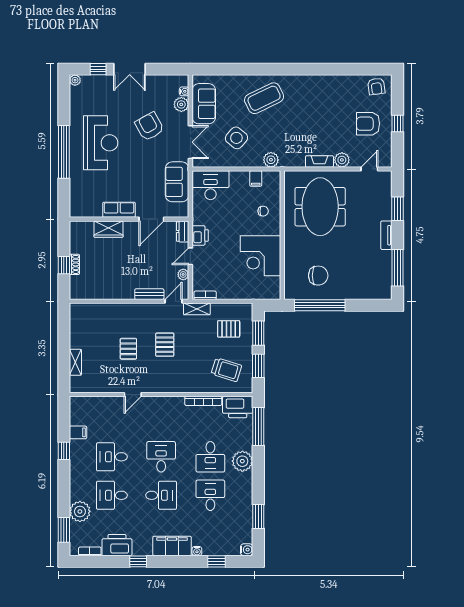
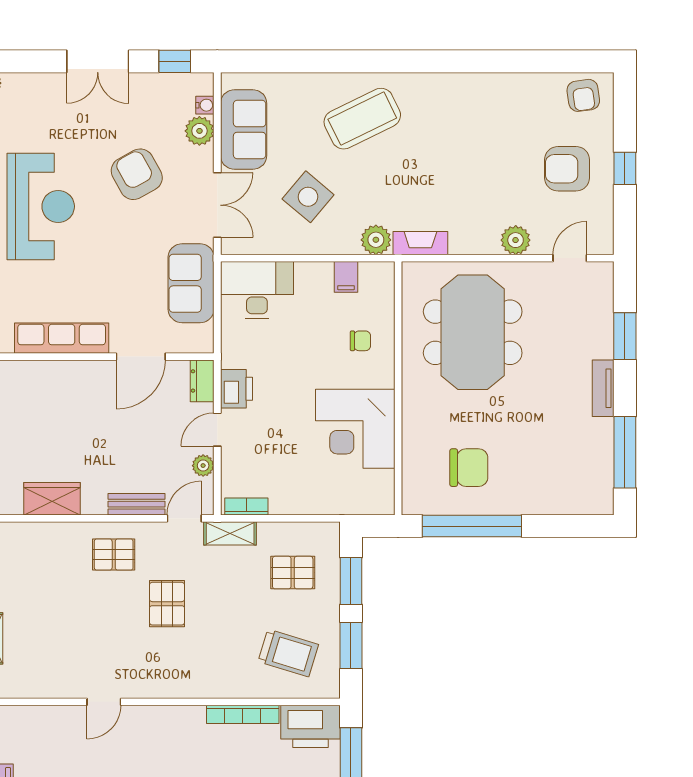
window: (98, 69) -> (175, 61), moved
fireplace: (319, 161) -> (420, 243), moved
row of seats: (119, 210) -> (62, 338), width x1.48
wardrobe: (109, 229) -> (52, 499), moved, turned 180
pallet: (128, 349) -> (114, 555), moved, turned 90

